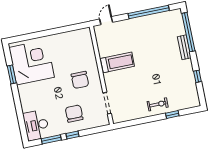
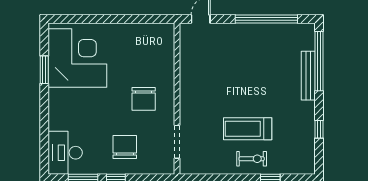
bench: (184, 47) -> (308, 76), width x1.36
treadmill: (117, 62) -> (248, 129), moved, turned 180

